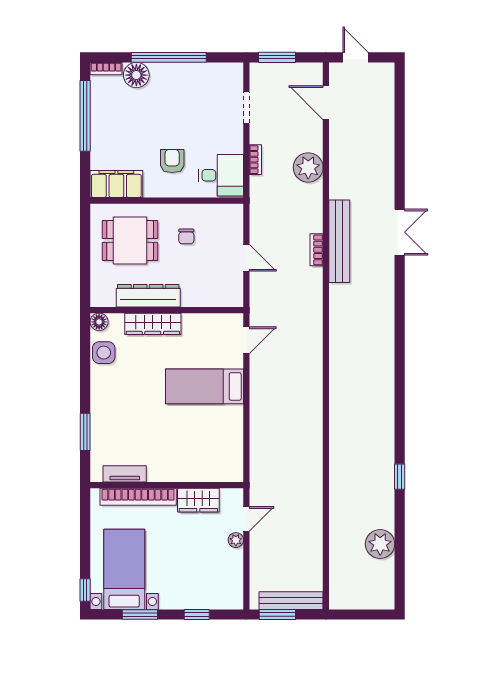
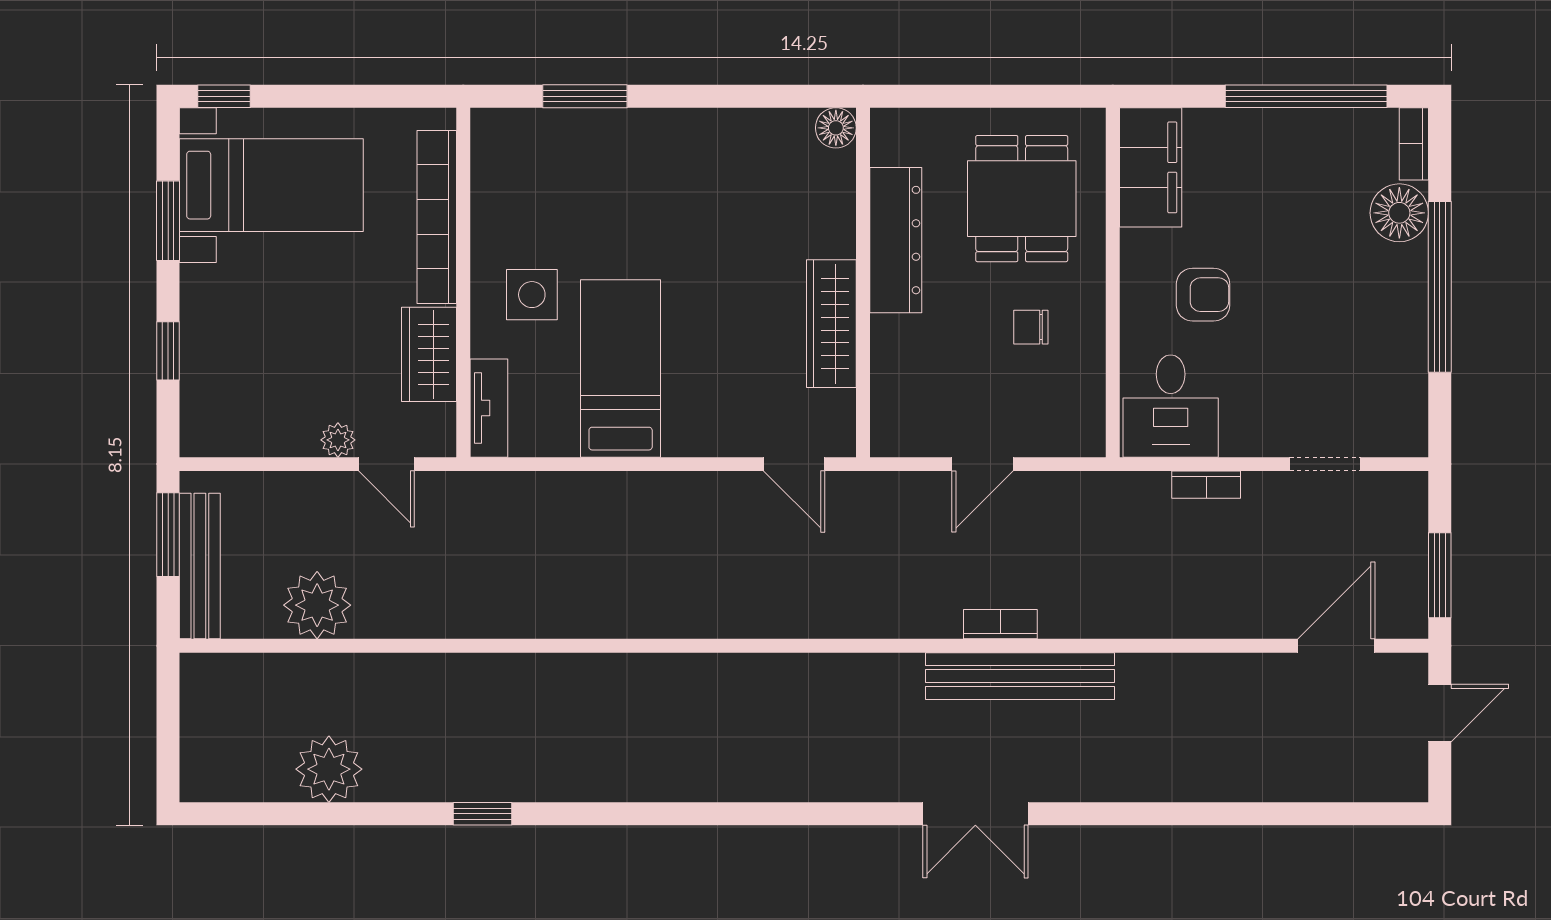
window: (277, 57) -> (1440, 575), moved
plant: (308, 167) -> (317, 605), moved
double door: (400, 232) -> (975, 814), moved
wardrobe: (153, 324) -> (831, 324), moved
side table: (104, 353) -> (532, 295), moved
bed: (204, 386) -> (621, 368), moved
tv unit: (125, 474) -> (489, 408), moved

